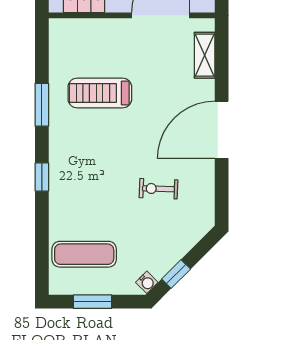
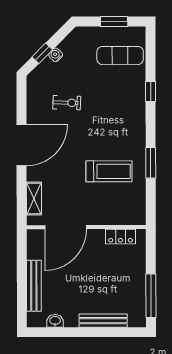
window: (42, 177) -> (151, 91), moved
window: (176, 274) -> (42, 53), moved
water cooler: (147, 282) -> (56, 55), moved

